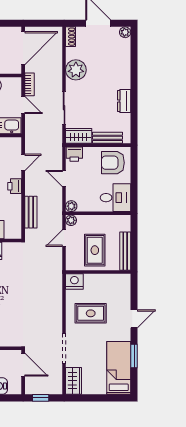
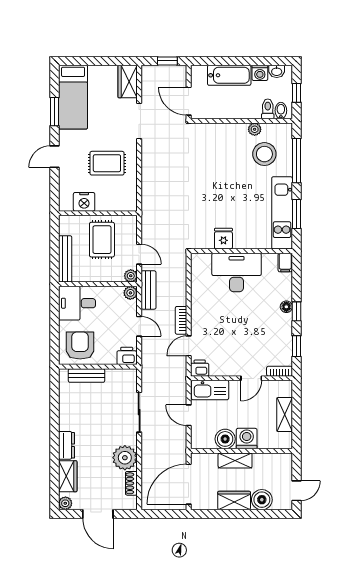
shoe rack: (70, 37) -> (131, 483), moved
bookcase: (29, 84) -> (181, 320), moved
dresser: (124, 101) -> (66, 445), moved
wardrobe: (79, 136) -> (68, 476), moved, turned -90
armchair: (113, 163) -> (80, 346), turned -90
printer: (15, 186) -> (200, 368), moved, turned -90
bench: (31, 212) -> (148, 290), moved
door: (64, 238) -> (139, 254), hinge flipped
bench: (125, 251) -> (65, 259), moved
nightstand: (74, 281) -> (84, 202), moved

